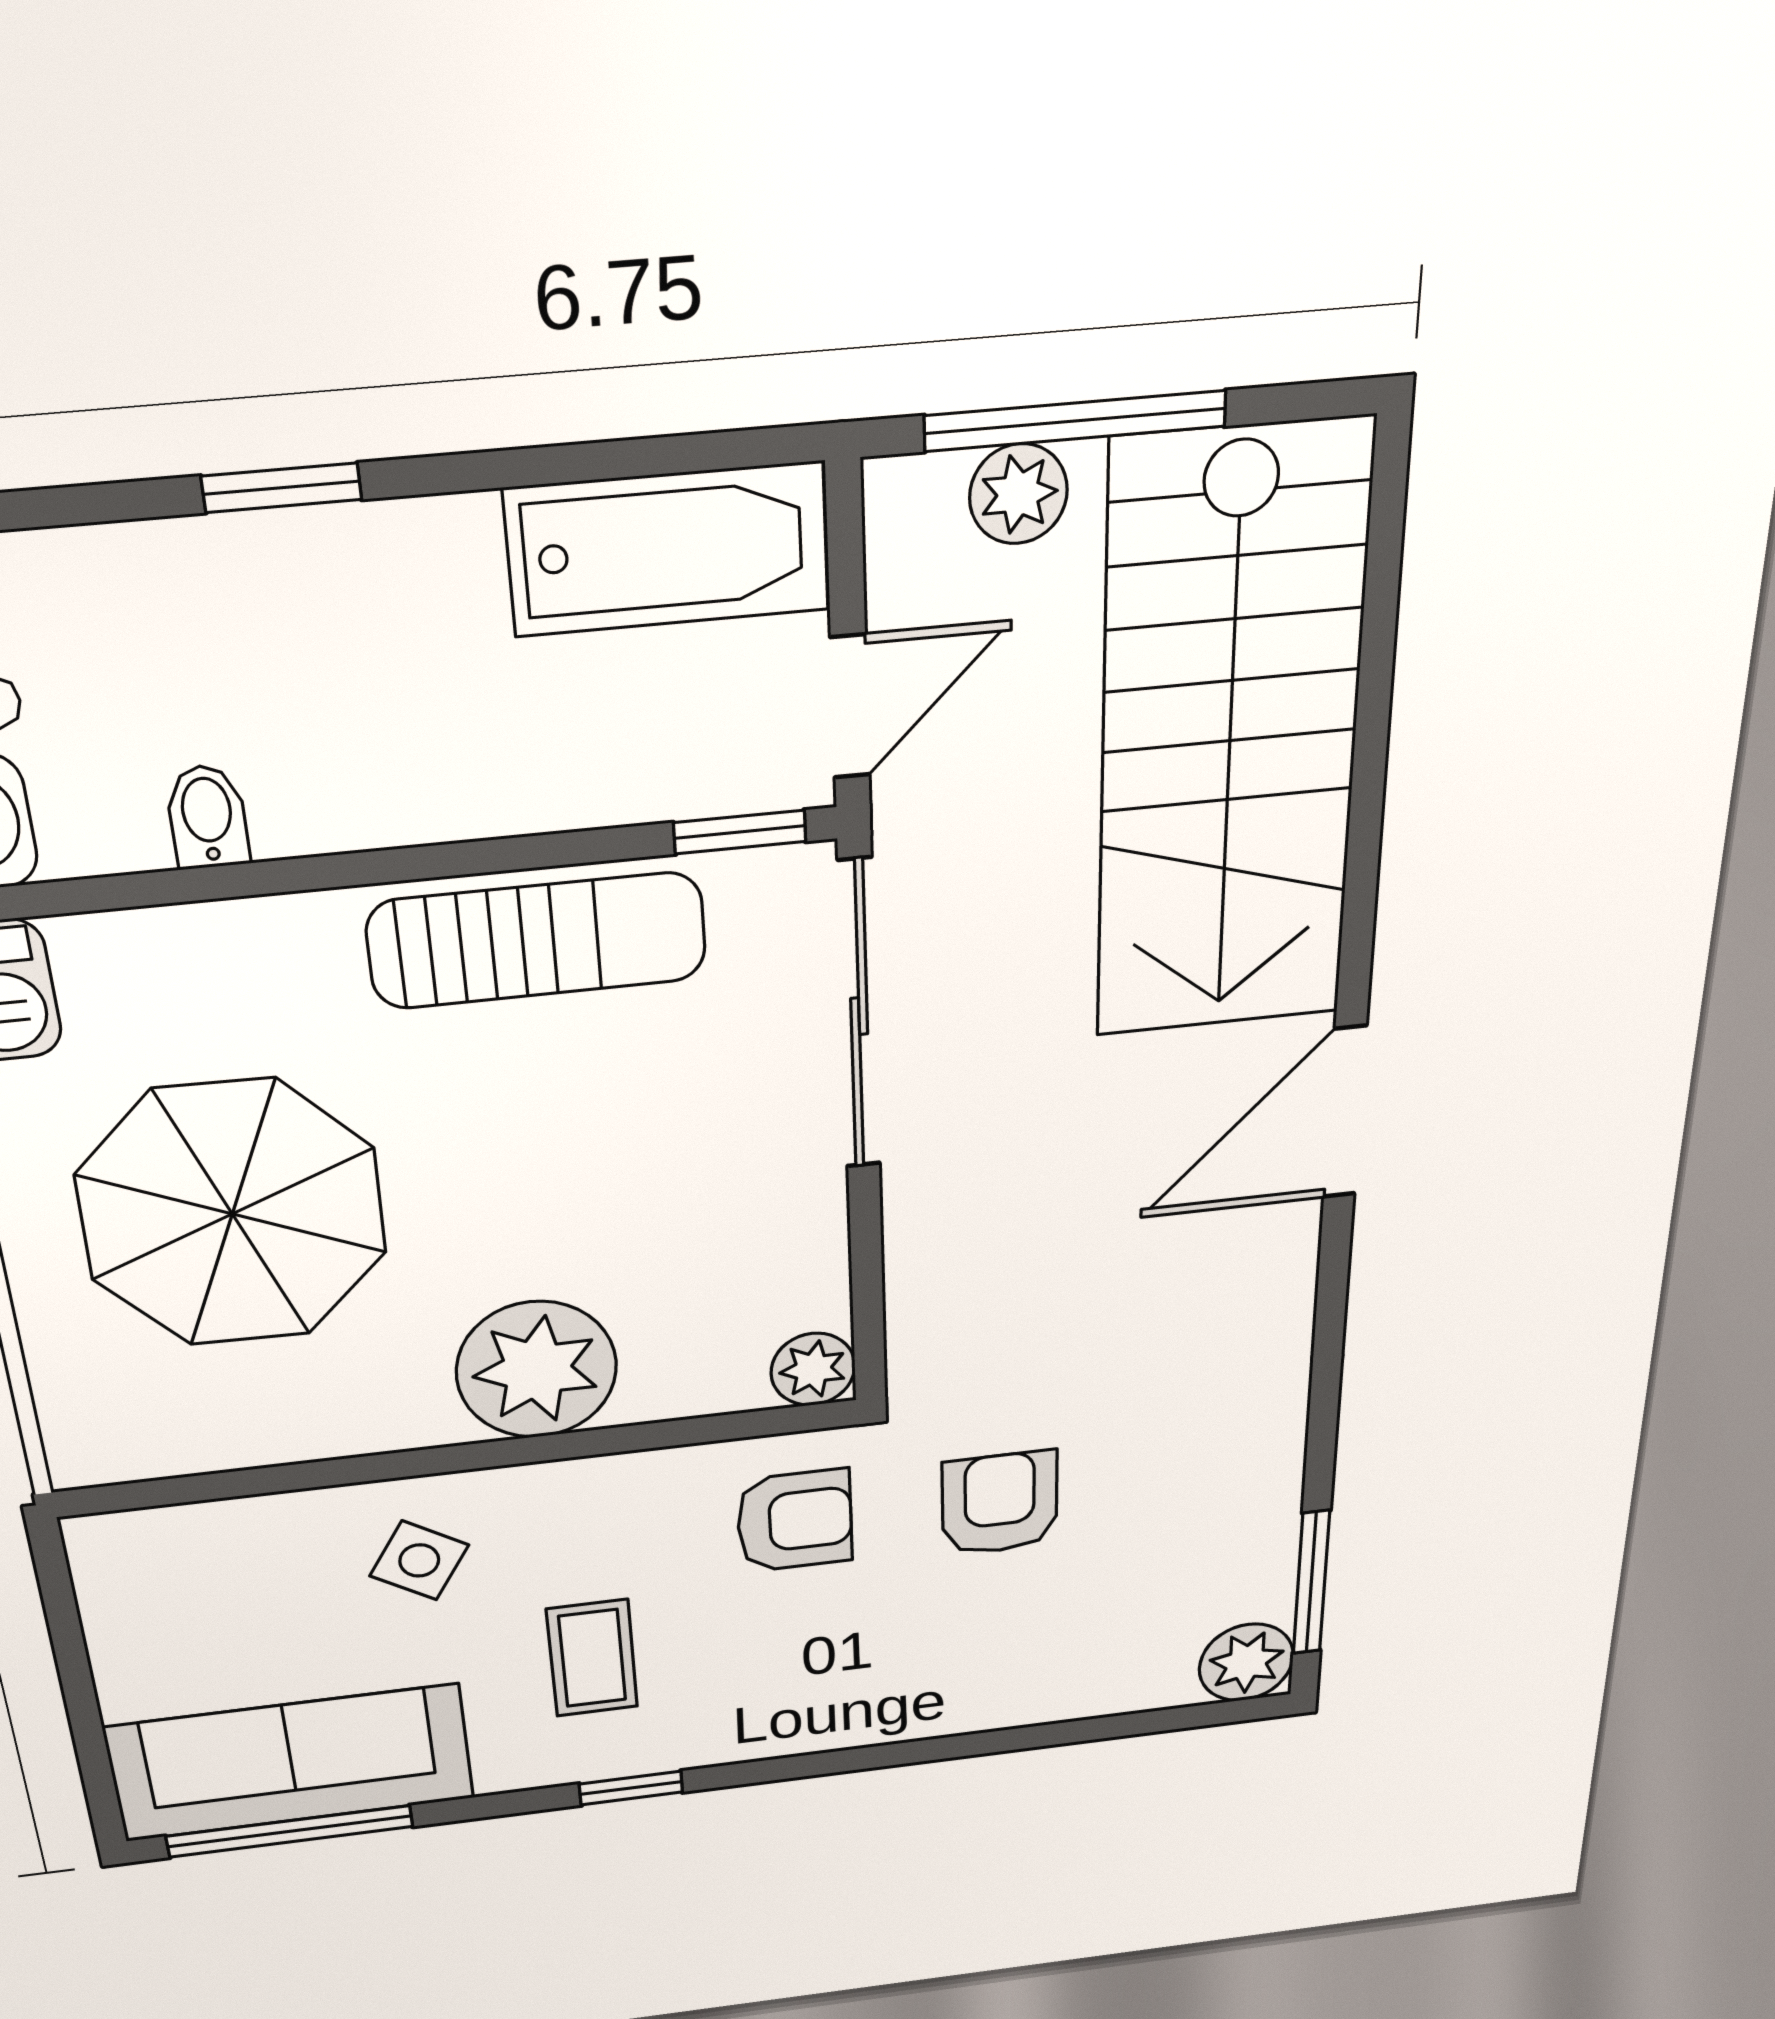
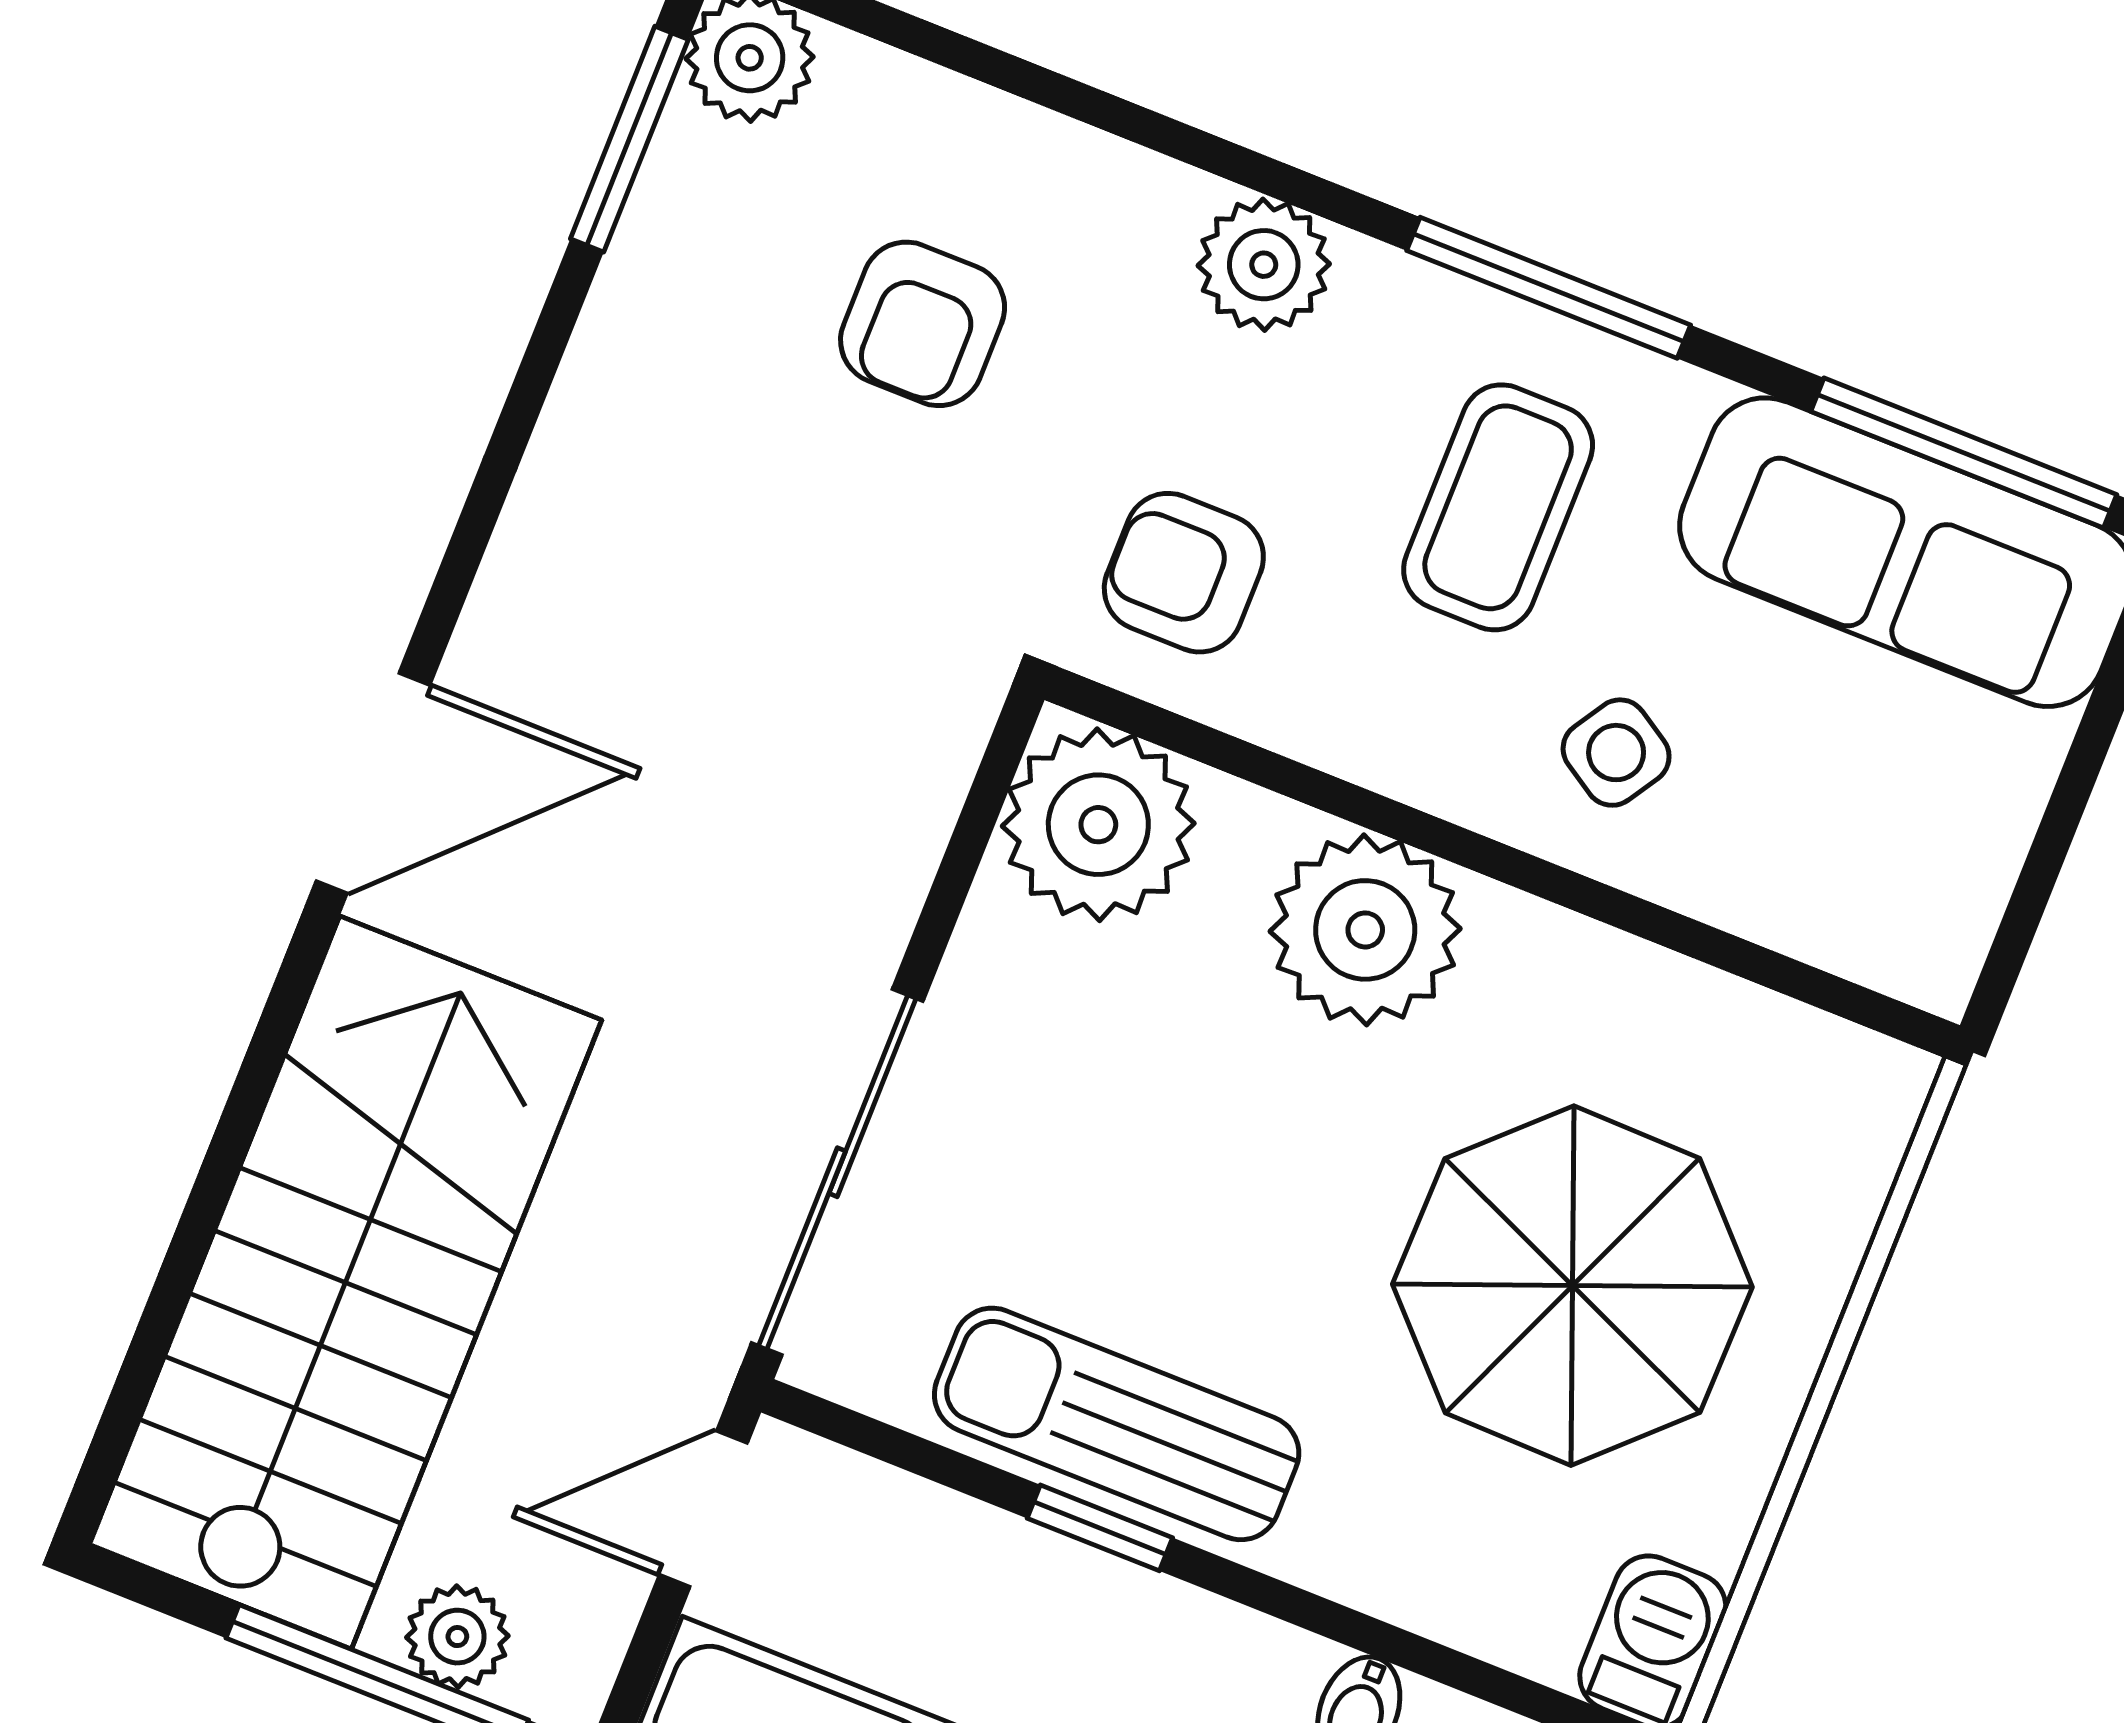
window: (740, 832) -> (1100, 1528), moved
plant: (813, 1369) -> (1098, 825), width x1.88, depth x1.88
armchair: (1000, 1503) -> (923, 324), moved
coffee table: (592, 1658) -> (1498, 507), width x1.36, depth x1.30
plant: (834, 1713) -> (1264, 265), added
window: (631, 1788) -> (1549, 288), width x2.17

